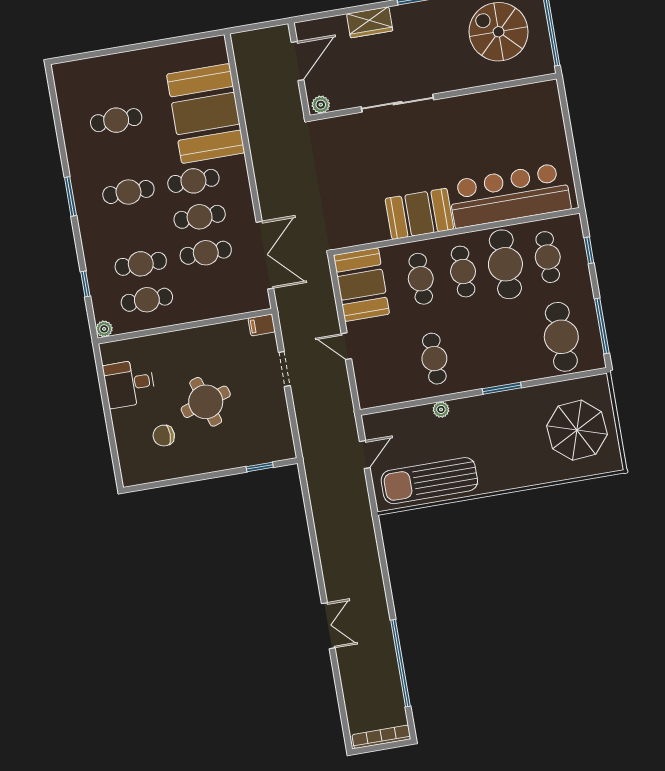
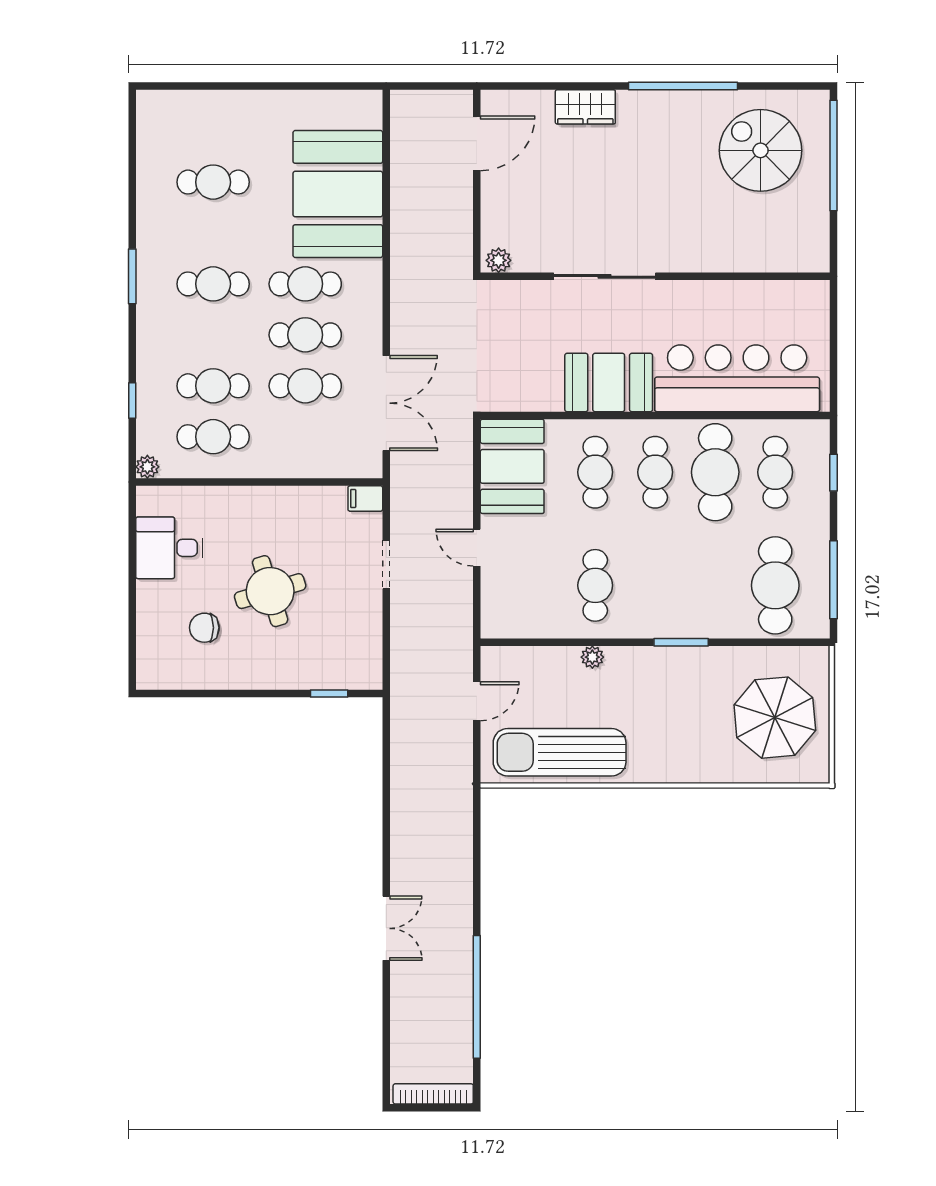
wall: (433, 97) -> (655, 276), moved
sliding door: (397, 103) -> (605, 276), moved
plant: (321, 105) -> (499, 260), moved

